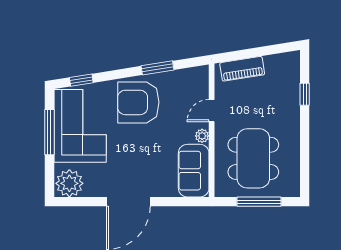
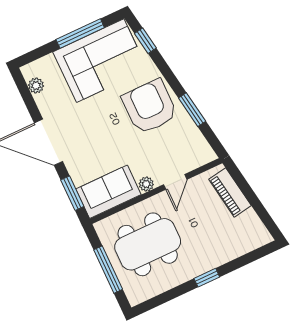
window: (305, 94) -> (207, 278), moved
door: (212, 111) -> (175, 182), swing flipped
plant: (69, 183) -> (36, 86), width x0.53, depth x0.53
window: (181, 202) -> (72, 193), added

